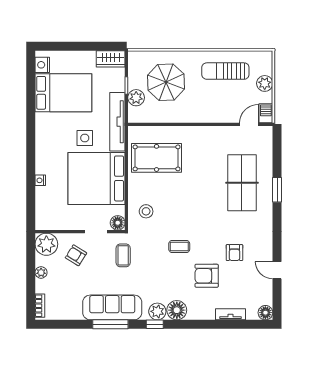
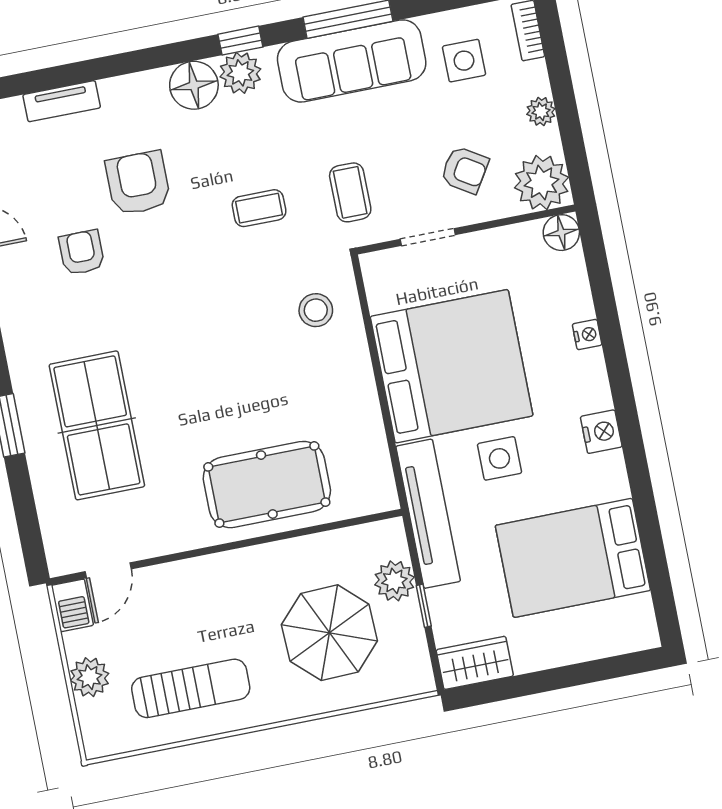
nightstand: (42, 65) -> (601, 432), moved
pool table: (157, 158) -> (267, 485), moved
floor lamp: (118, 223) -> (561, 233), moved
coffee table: (179, 247) -> (259, 208), moved
armchair: (207, 276) -> (138, 183), turned -90
side table: (68, 299) -> (464, 61), added

